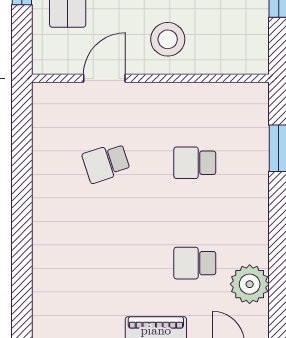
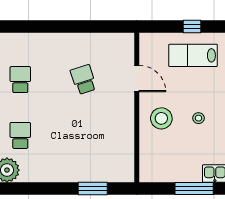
school desk: (195, 163) -> (20, 80), moved

